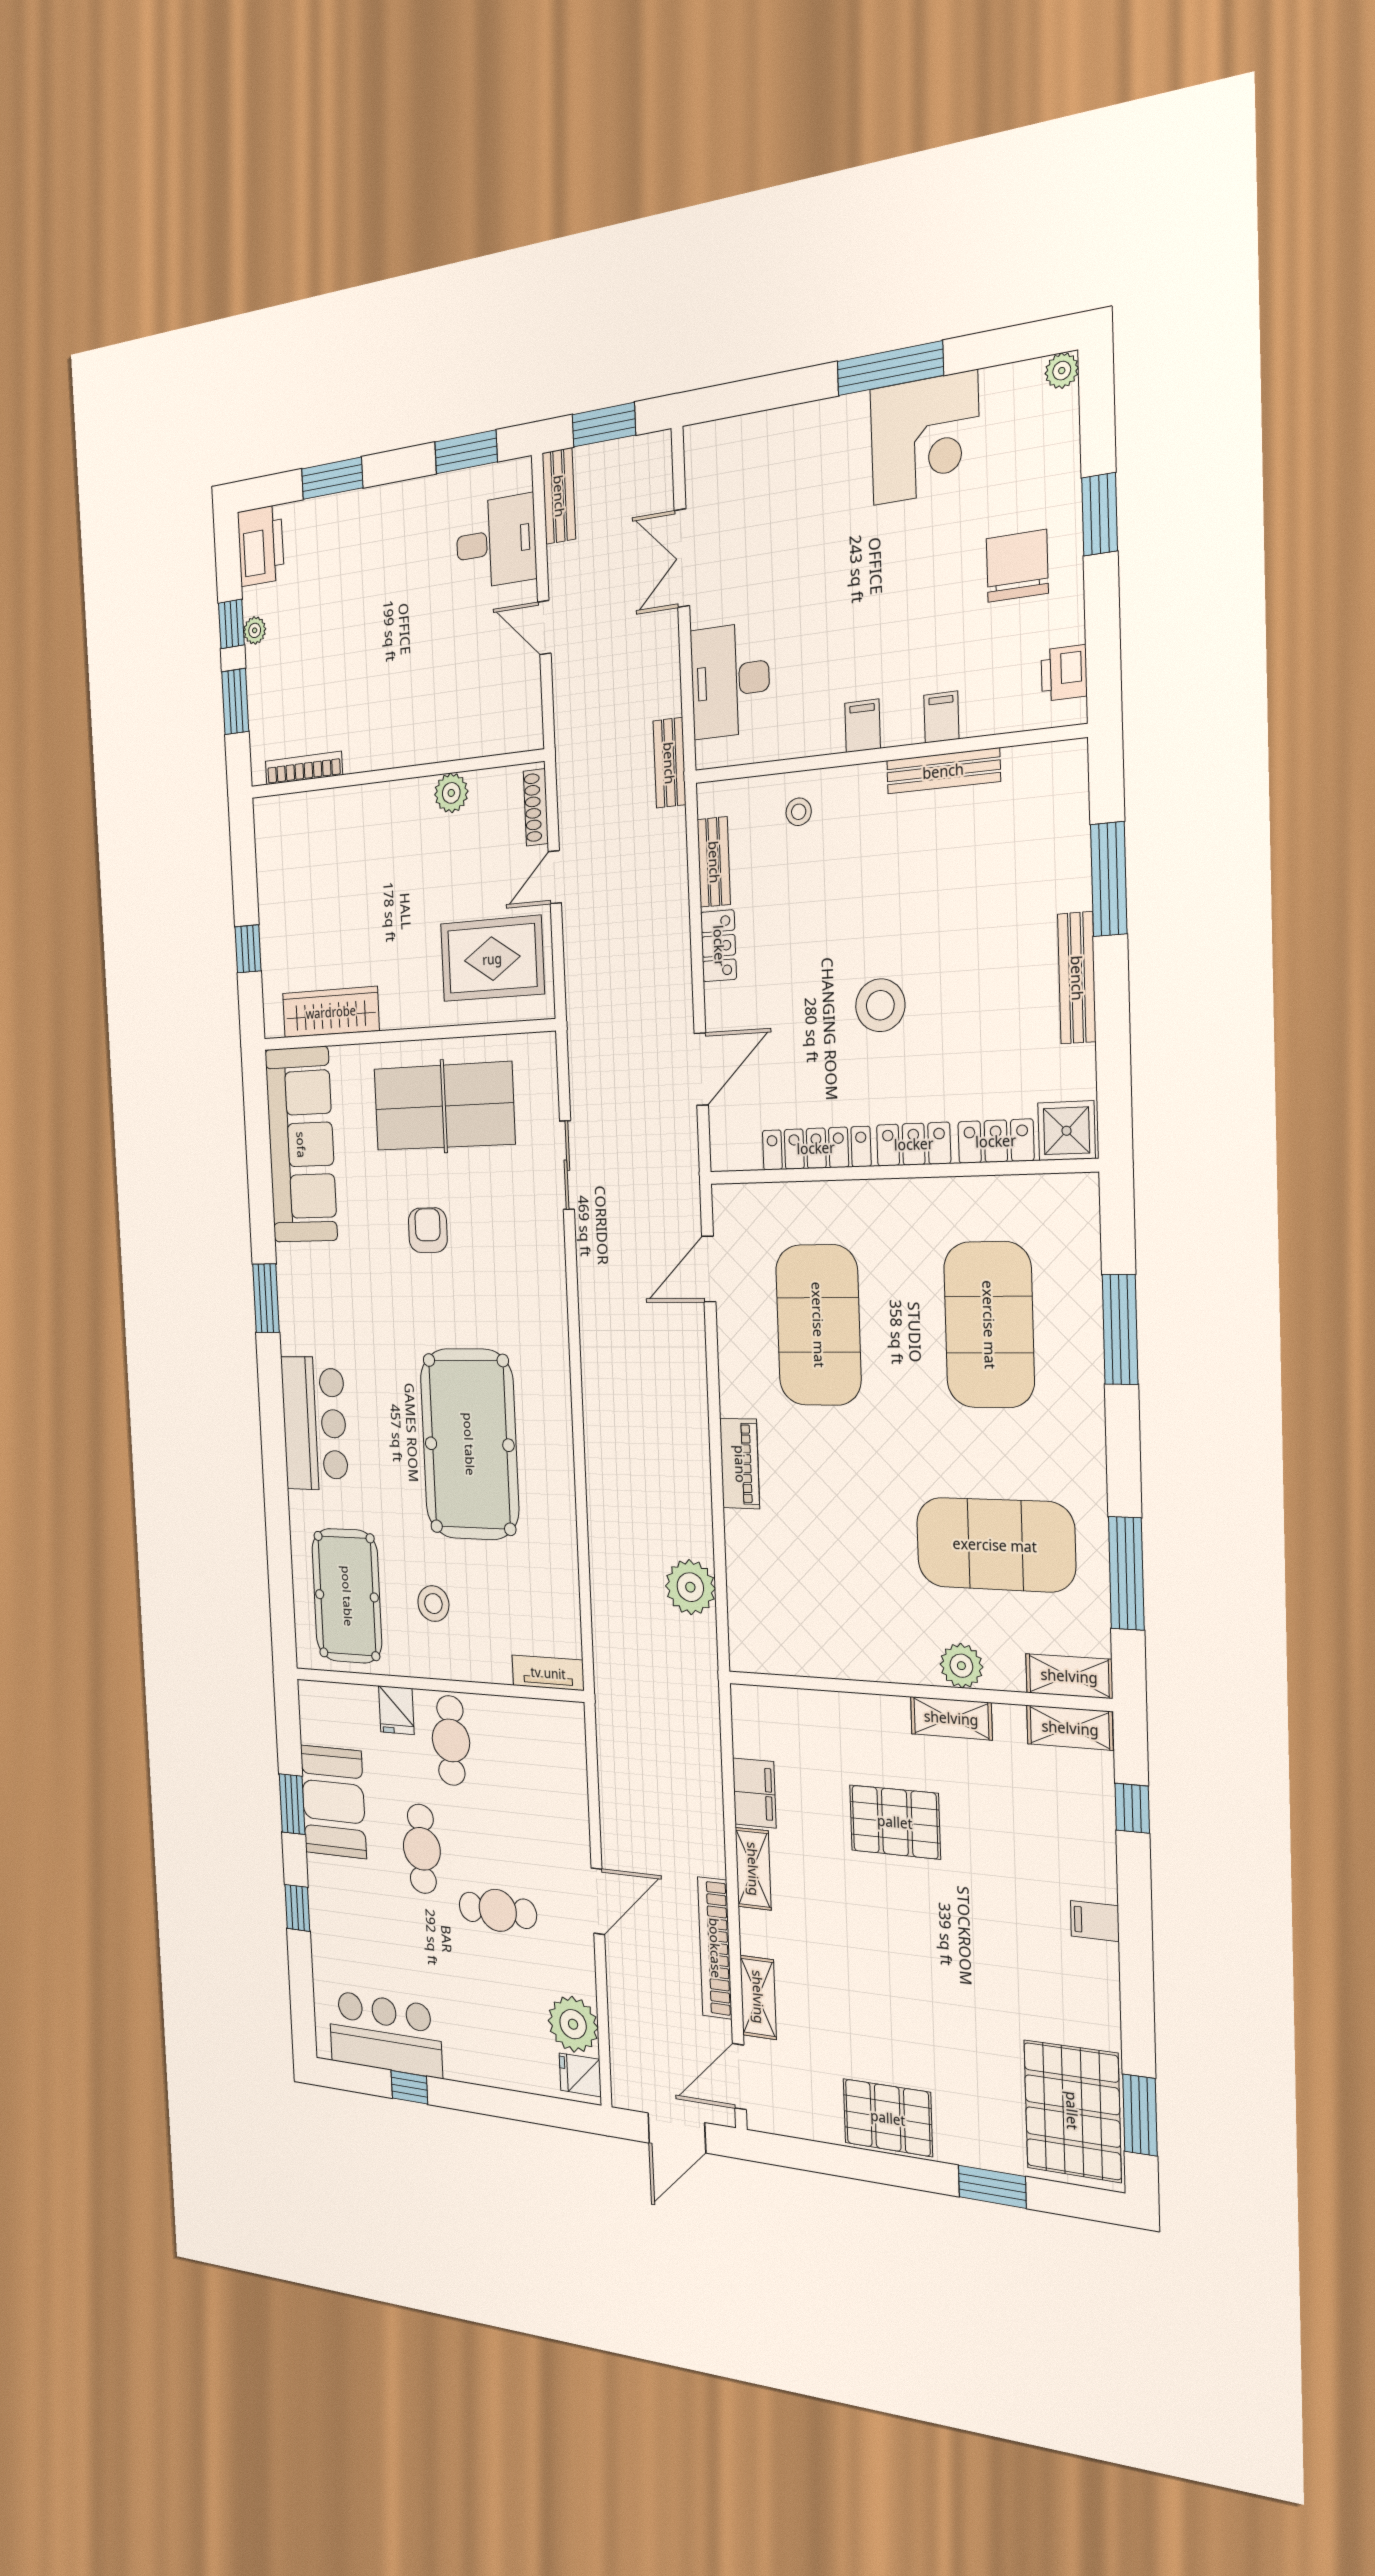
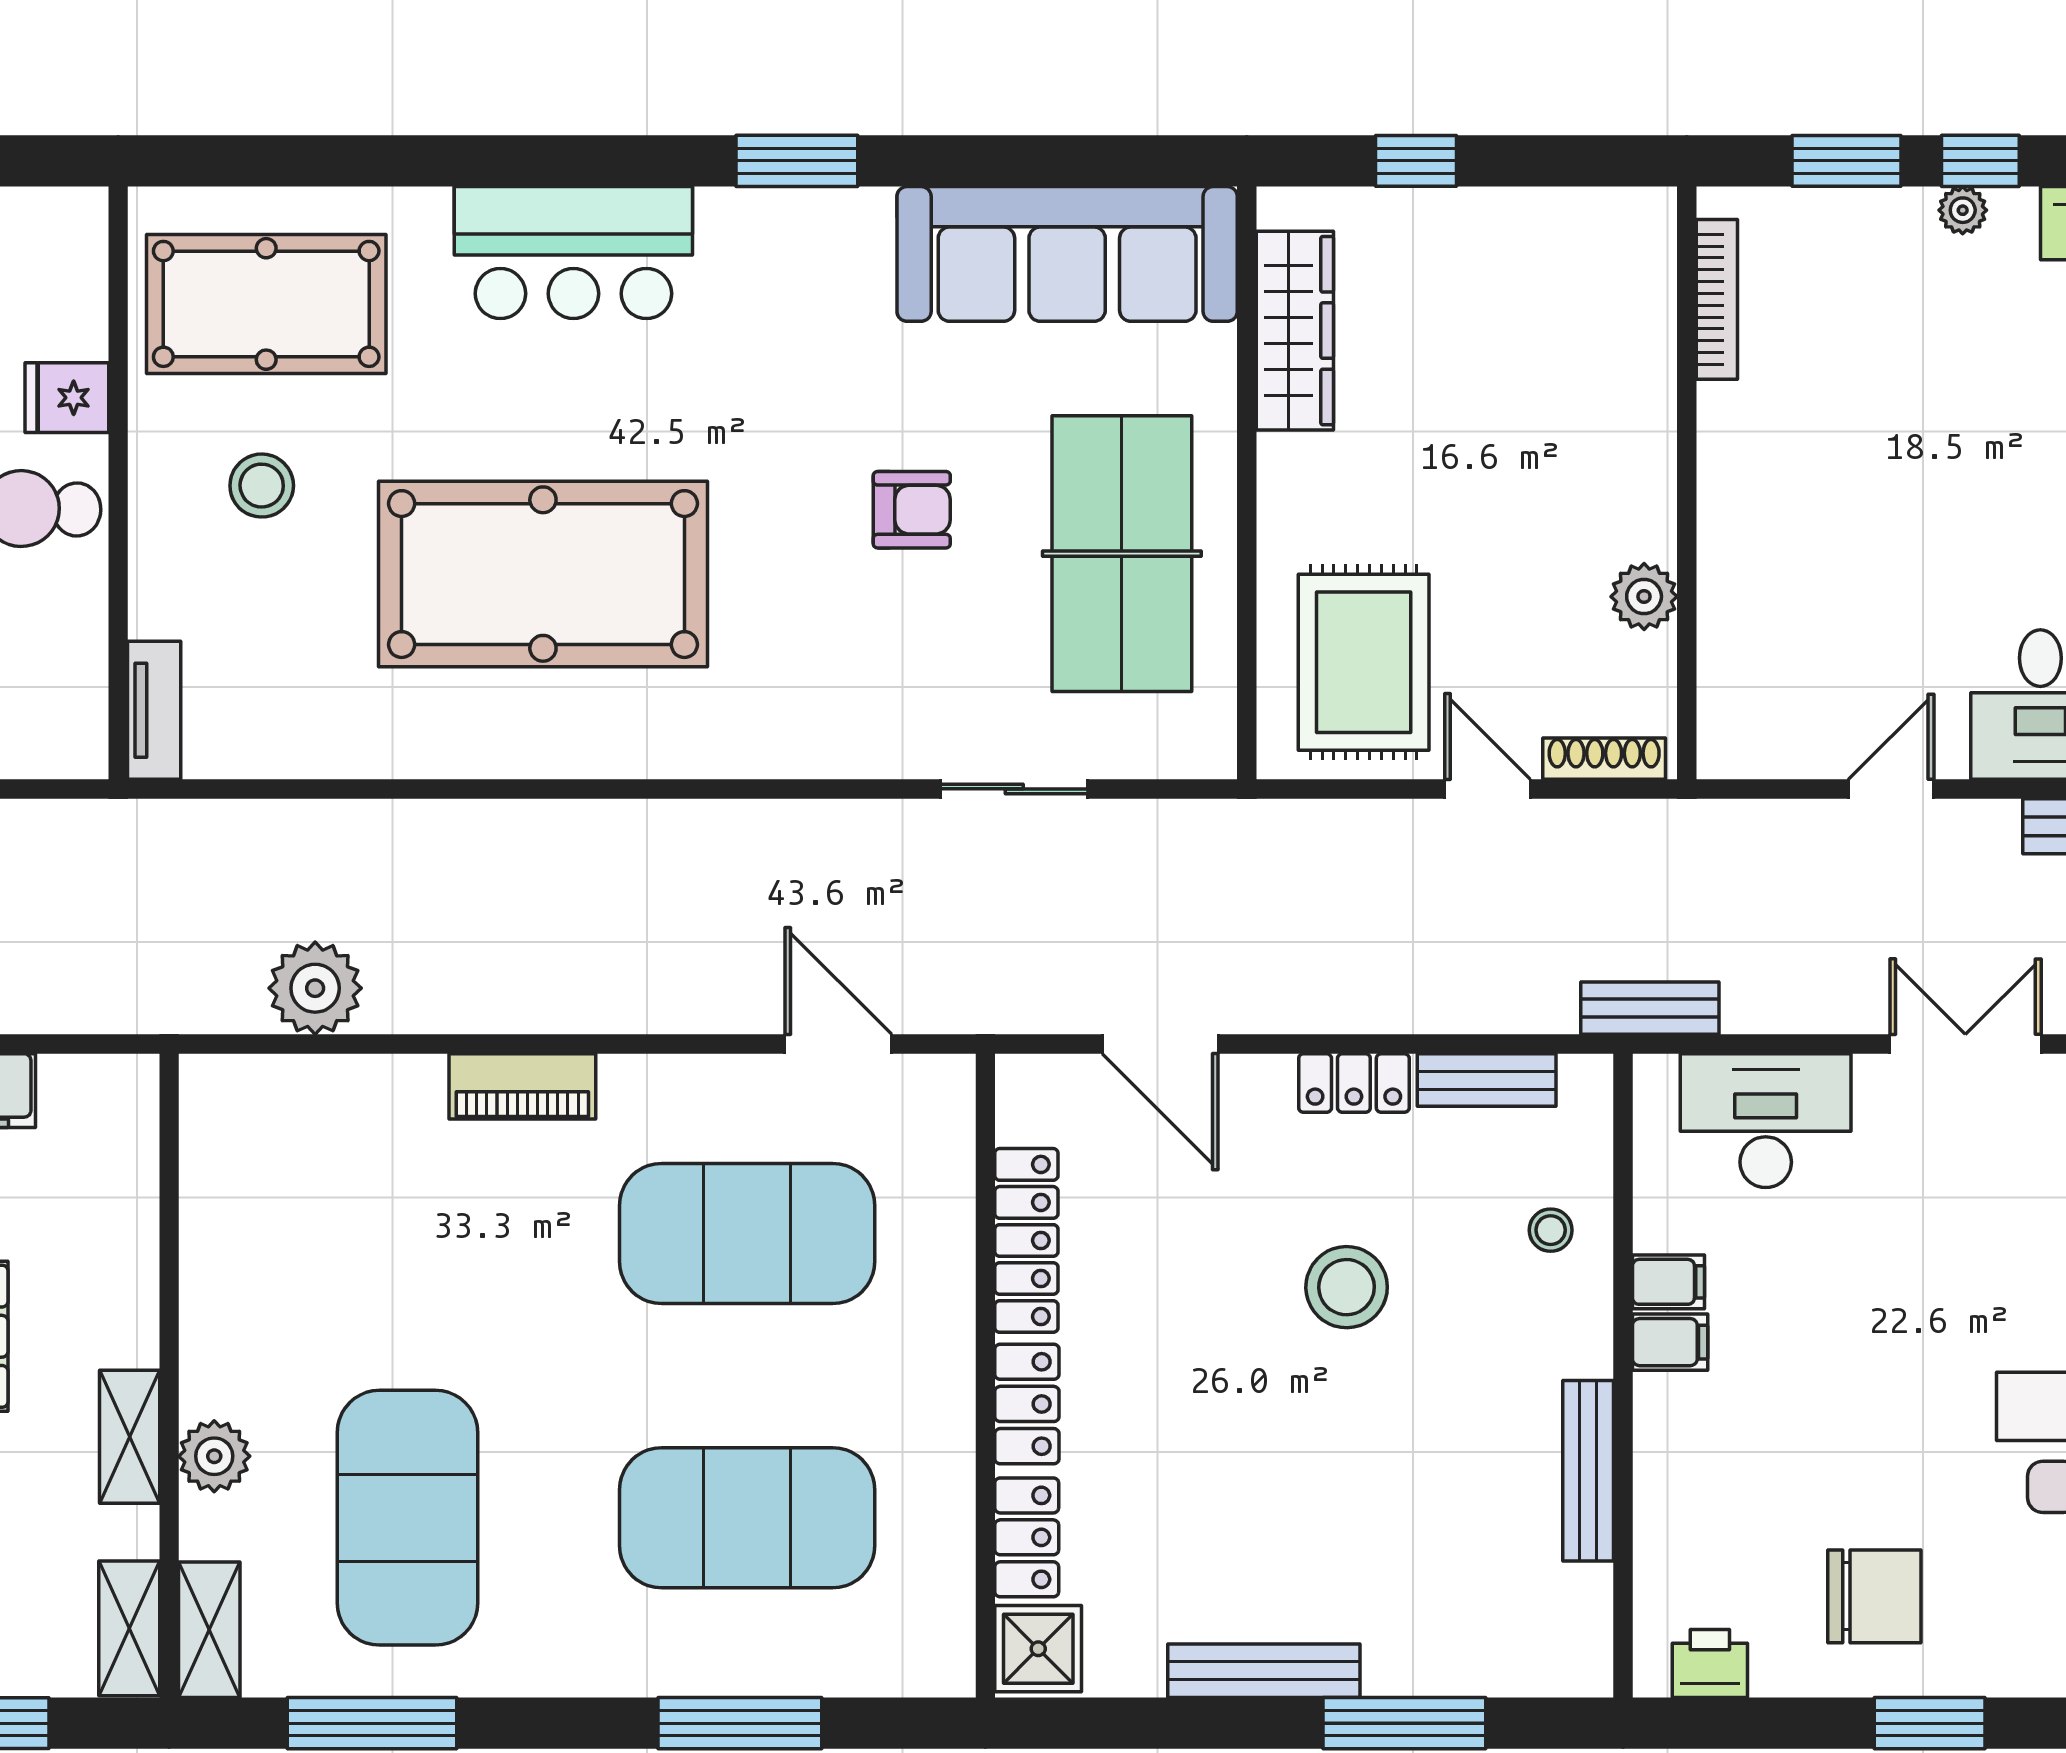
filing cabinet: (941, 717) -> (1668, 1282), moved
stool: (880, 1005) -> (1347, 1287), moved

